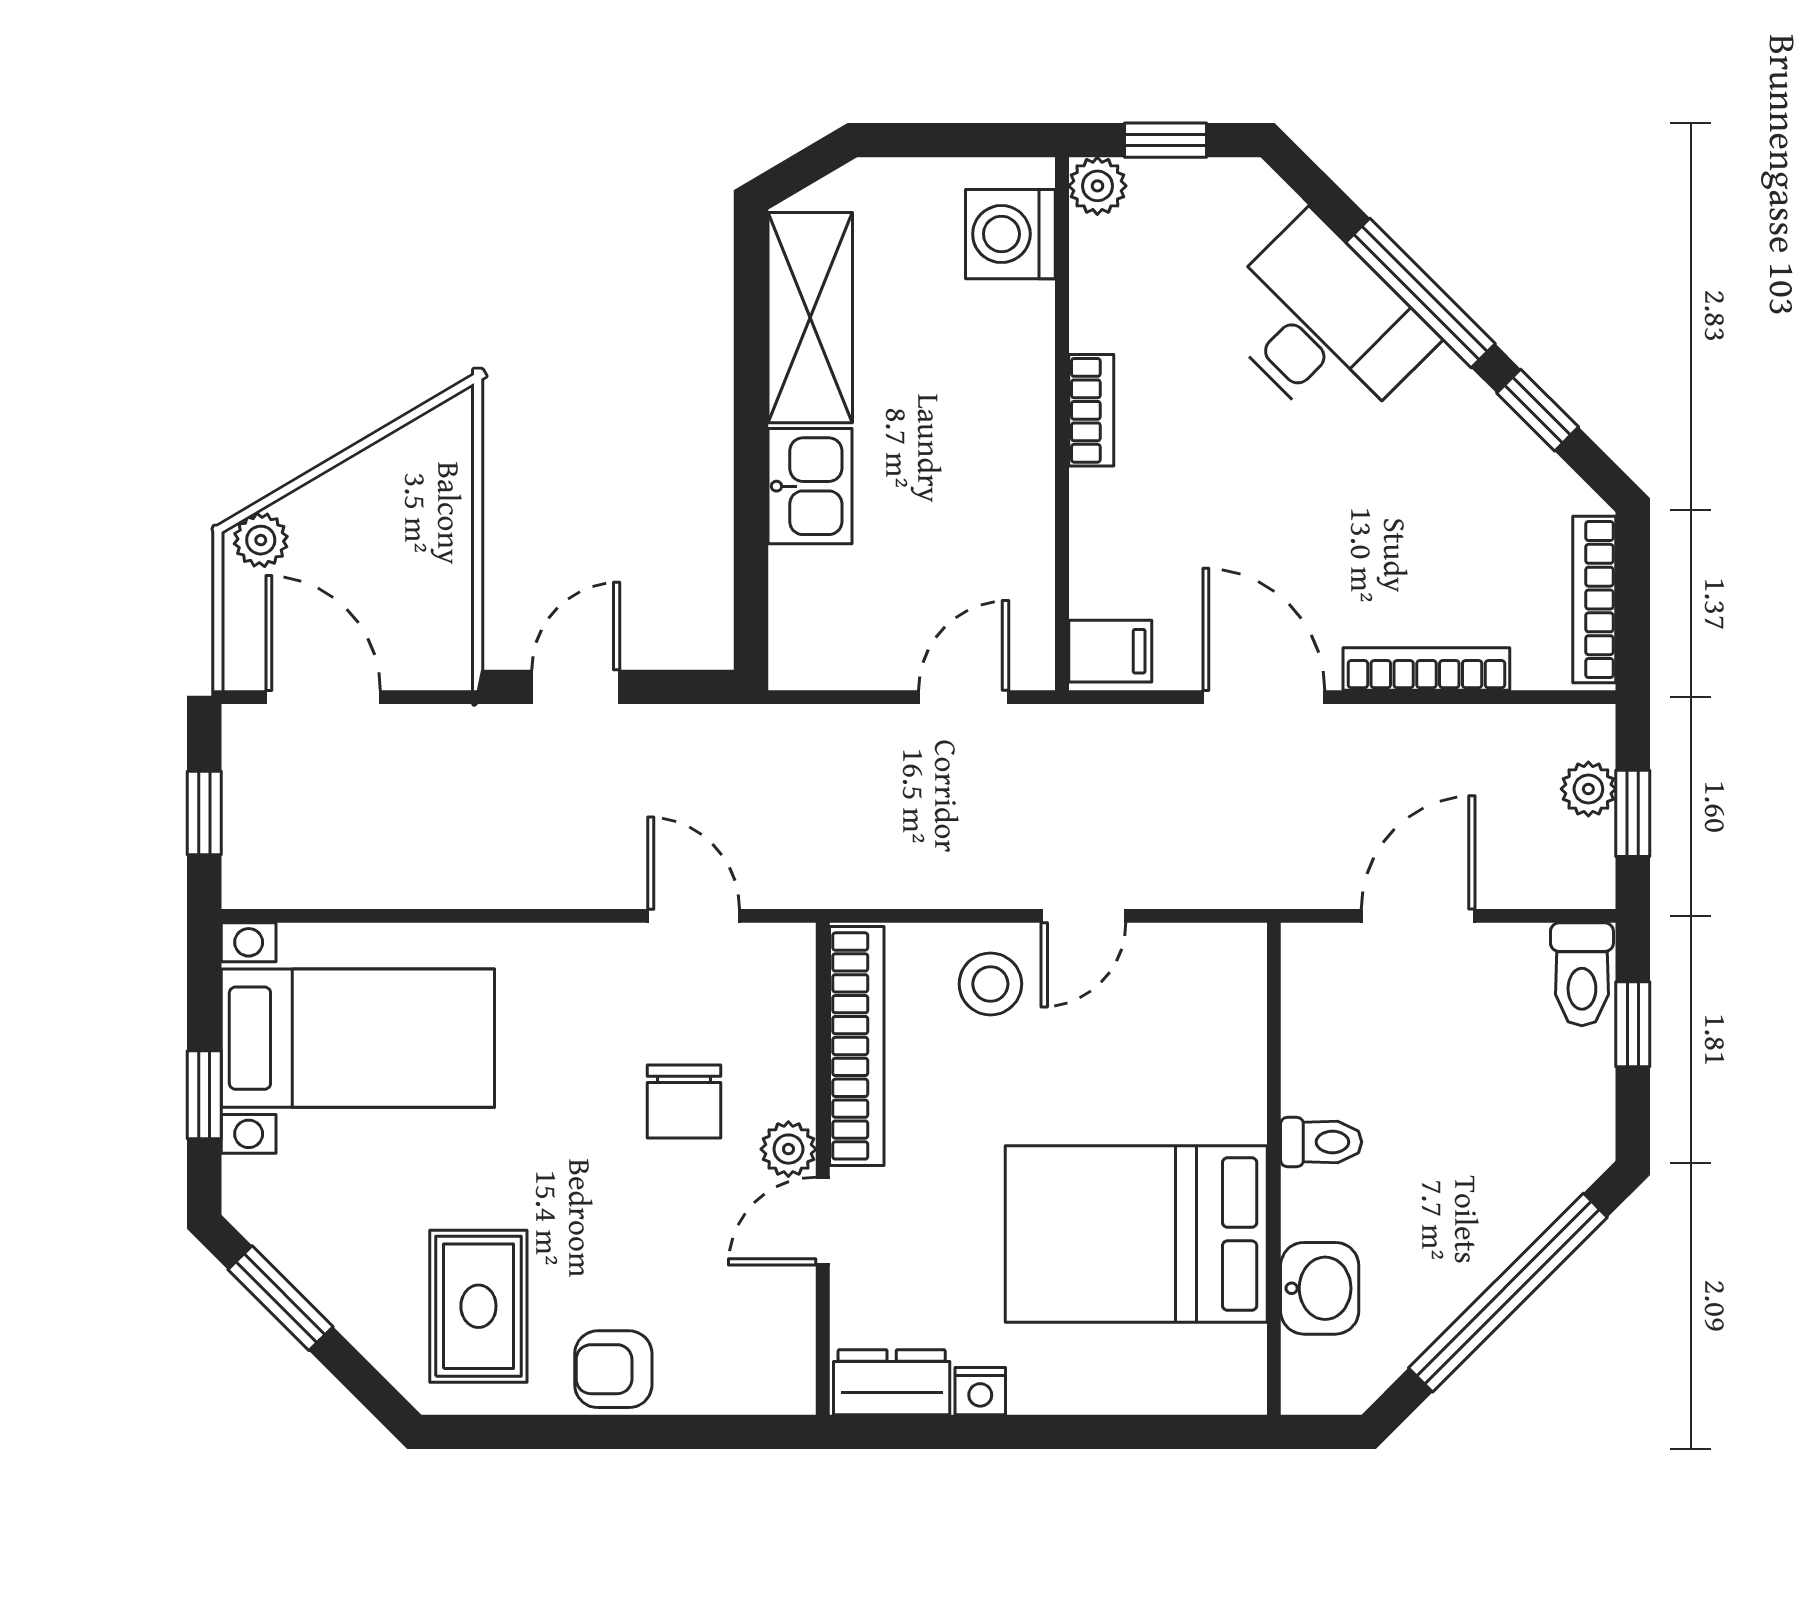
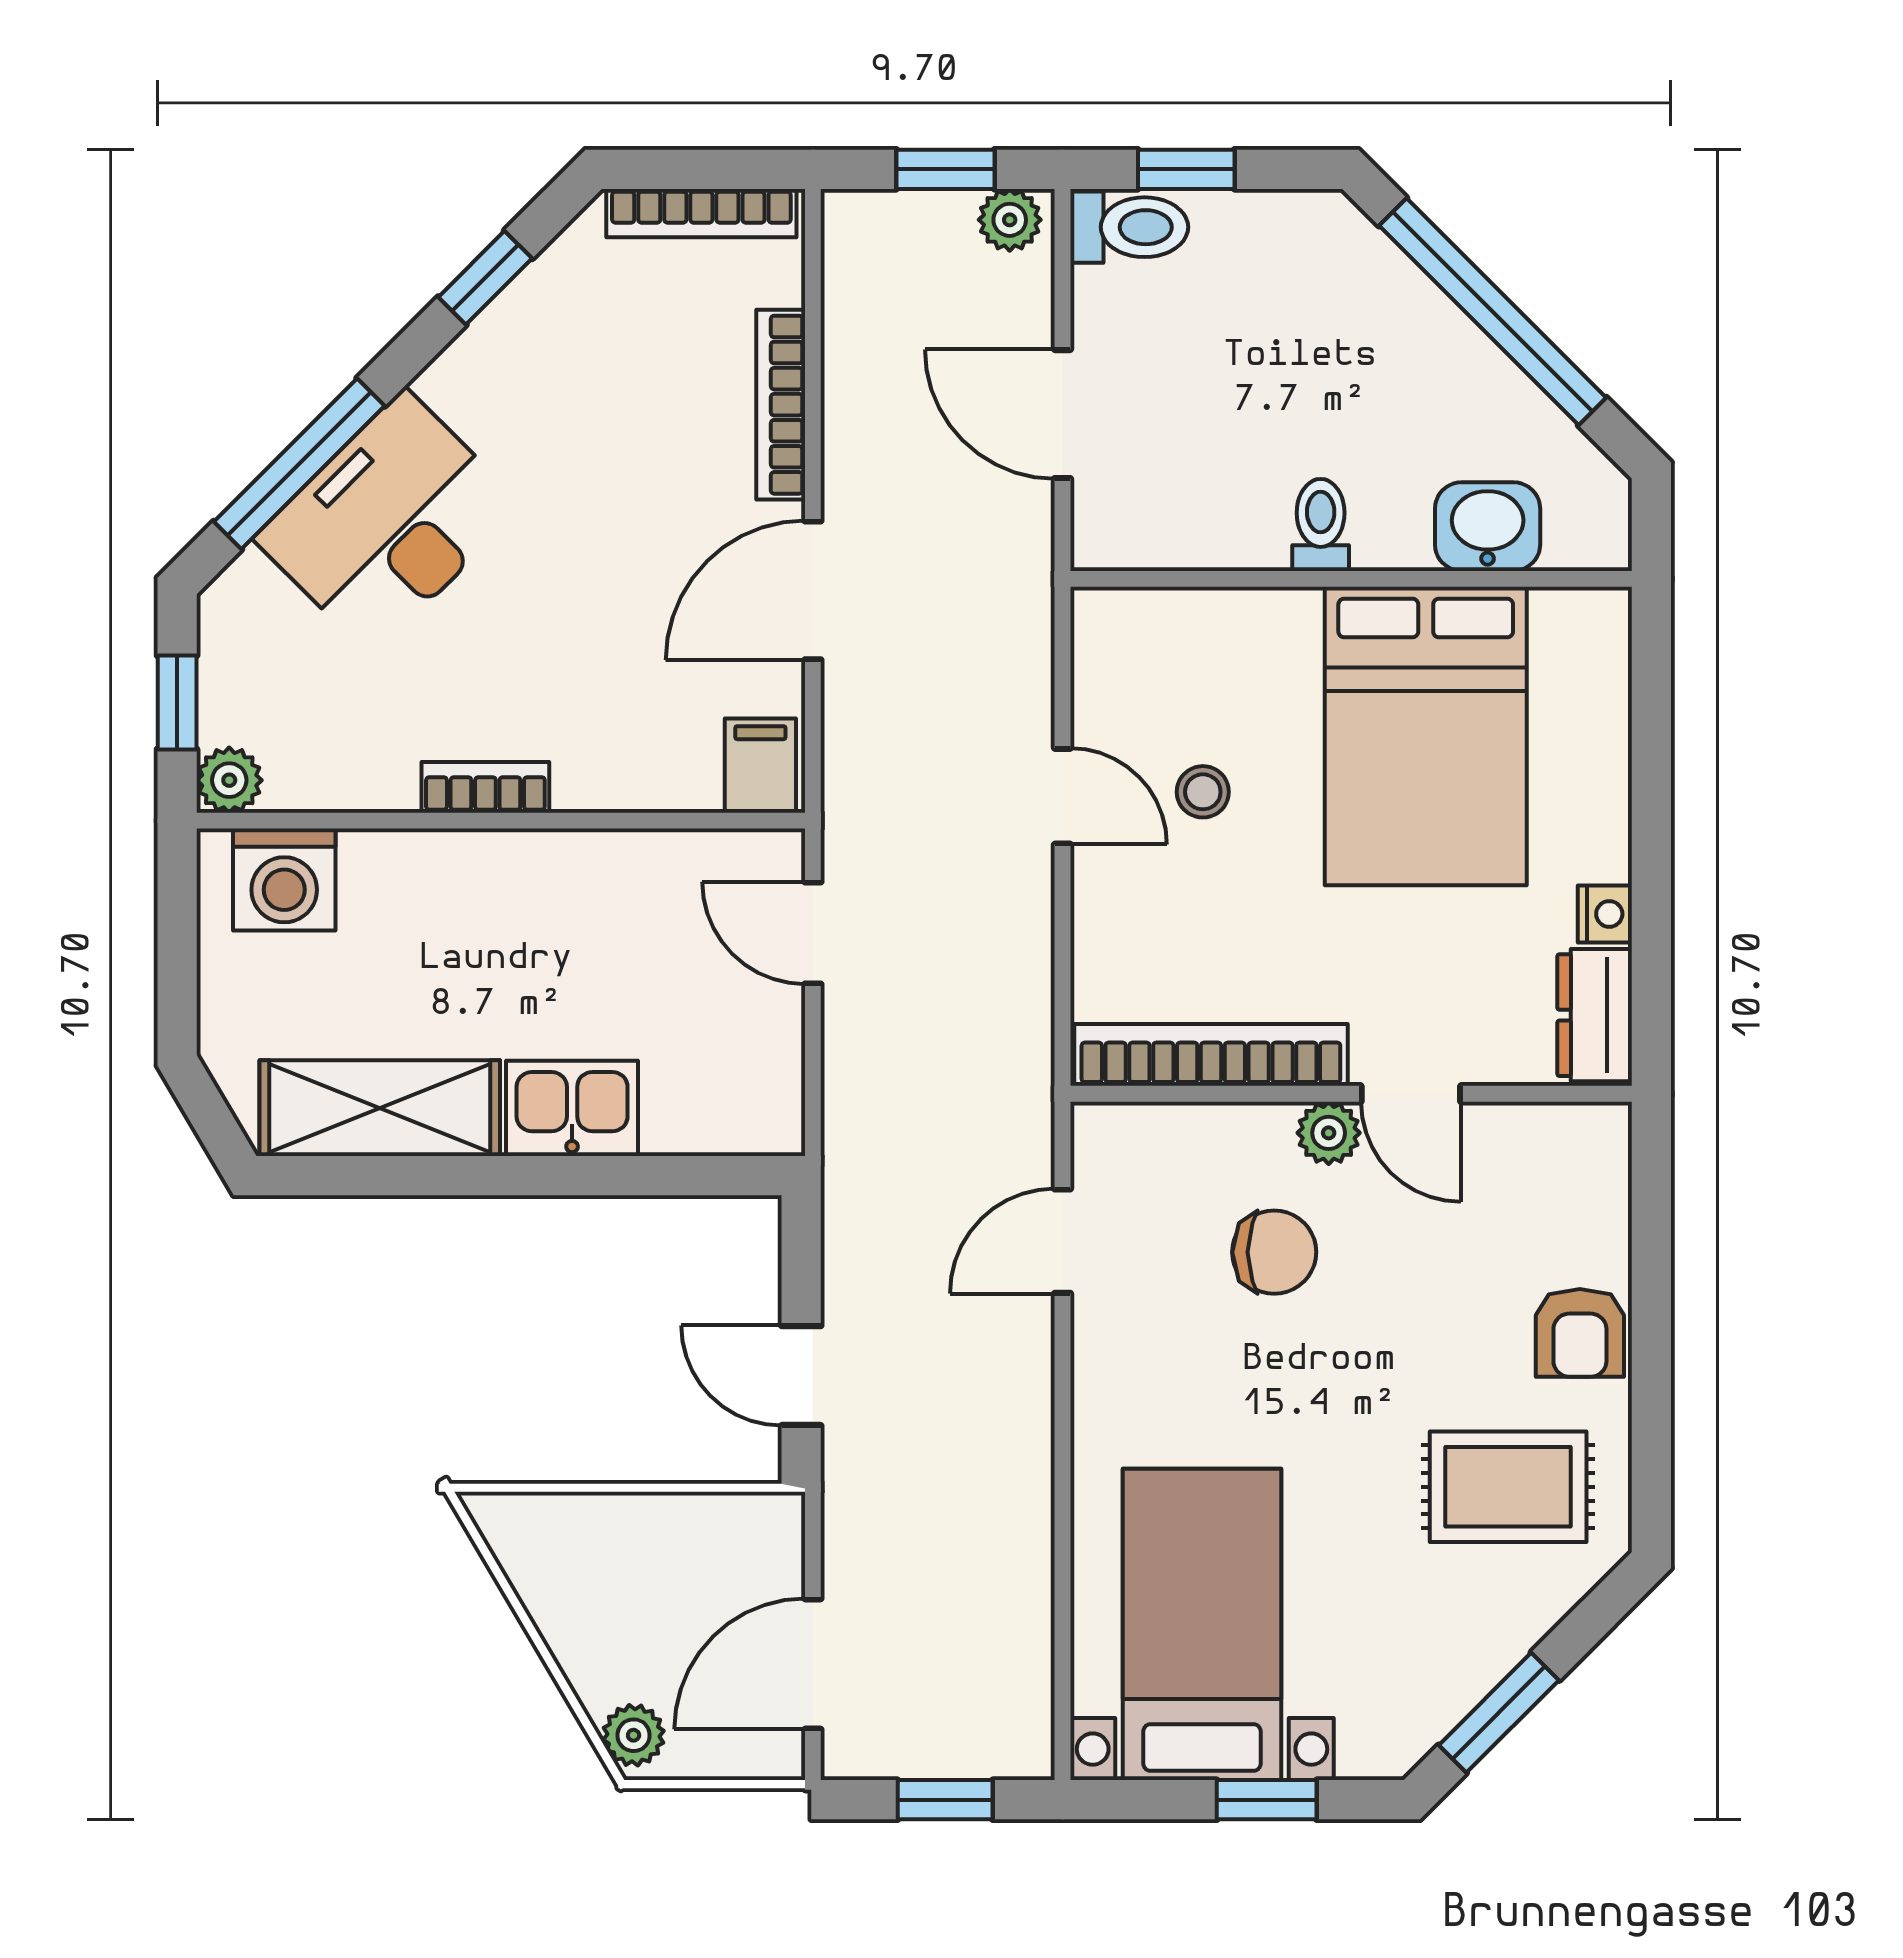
window: (1421, 293) -> (299, 464), moved
plant: (1588, 789) -> (1010, 220), moved
stool: (990, 984) -> (1203, 792), moved, width x0.73, depth x0.73

